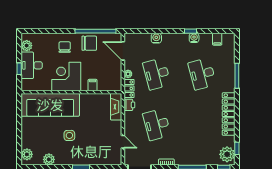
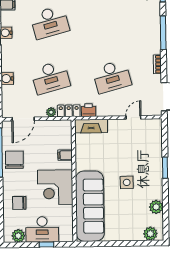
chair: (65, 47) -> (19, 203), moved

